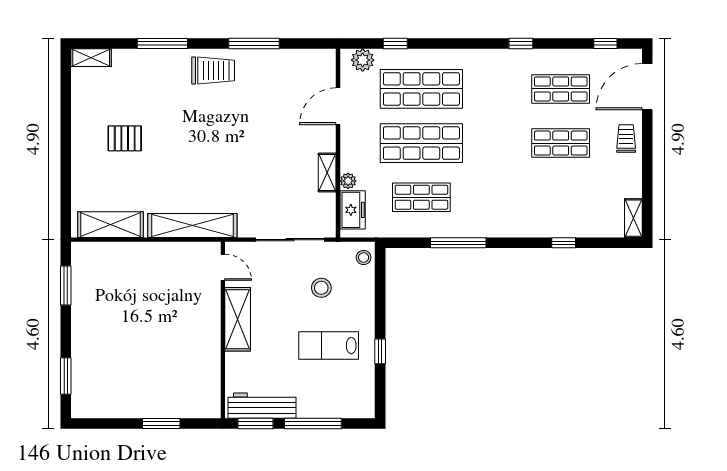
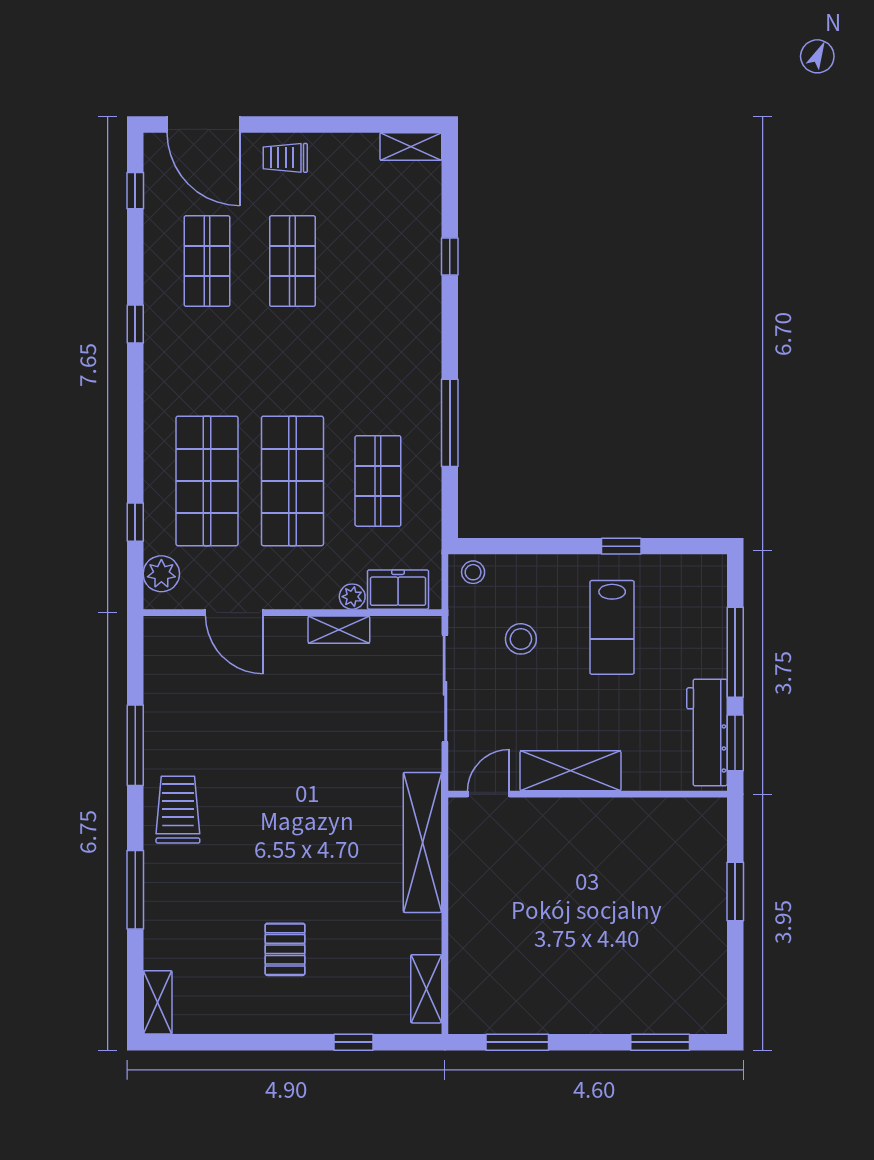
window: (66, 182) -> (354, 1042), added
shelving: (111, 225) -> (426, 989), width x0.67, depth x0.75

